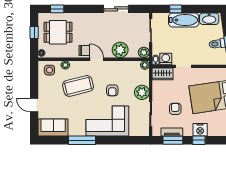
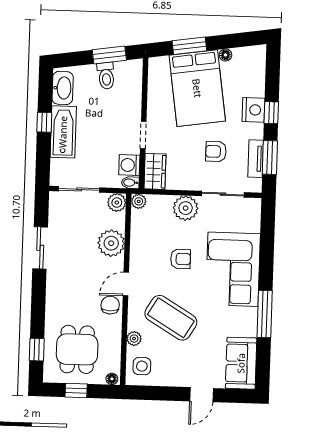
window: (176, 9) -> (44, 122), moved
coffee table: (78, 86) -> (171, 318), turned -45

